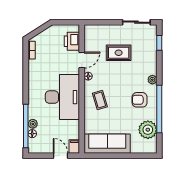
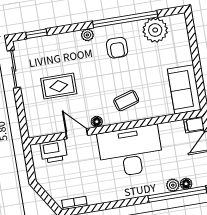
rug: (119, 53) -> (59, 86), turned 90
sofa: (107, 144) -> (184, 89), width x0.73

